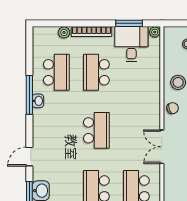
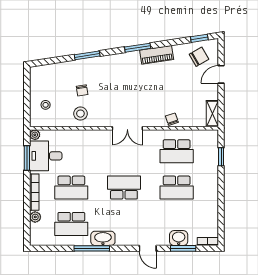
school desk: (56, 72) -> (71, 224), turned 180
washbasin: (38, 101) -> (103, 238), width x1.91, depth x1.45
chair: (173, 108) -> (172, 119), moved
double door: (162, 147) -> (127, 128), moved

